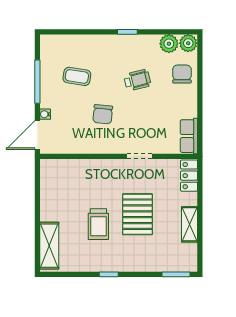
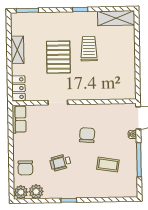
shelving: (49, 246) -> (116, 18), moved, turned 90

